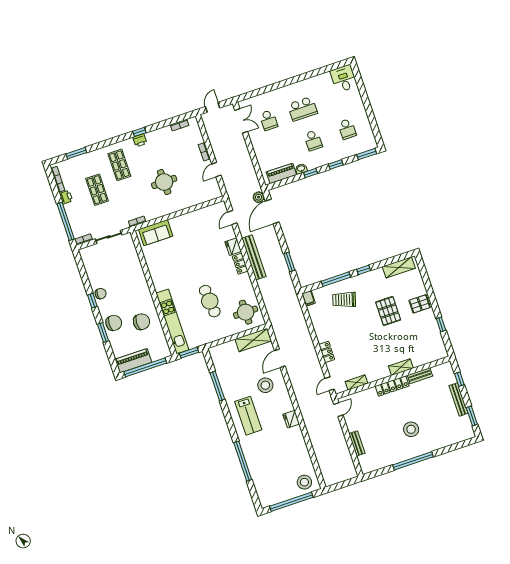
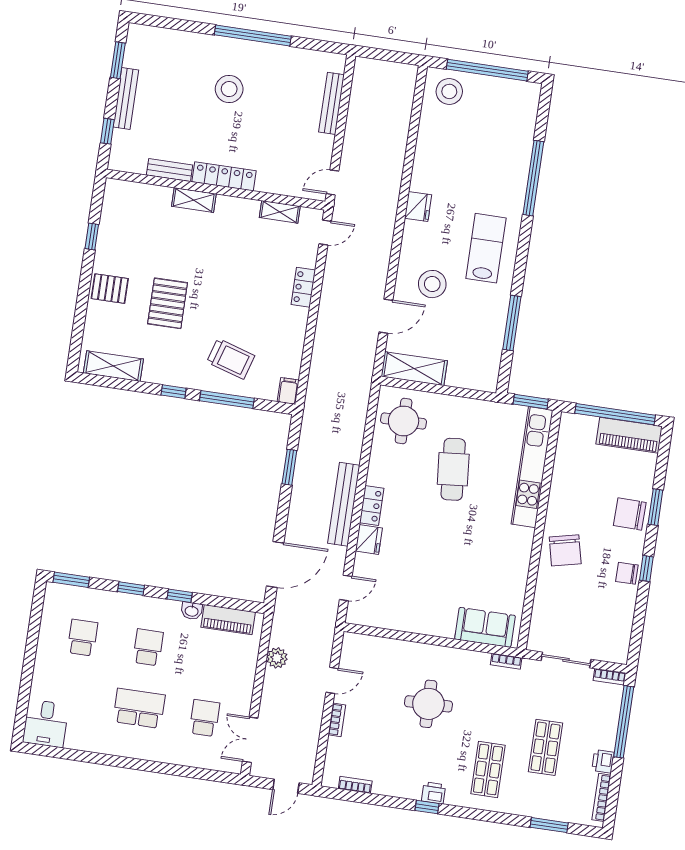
plant: (259, 197) -> (277, 658), moved
chair: (141, 322) -> (565, 550), moved, turned -103
bench: (357, 443) -> (332, 103), width x1.36

